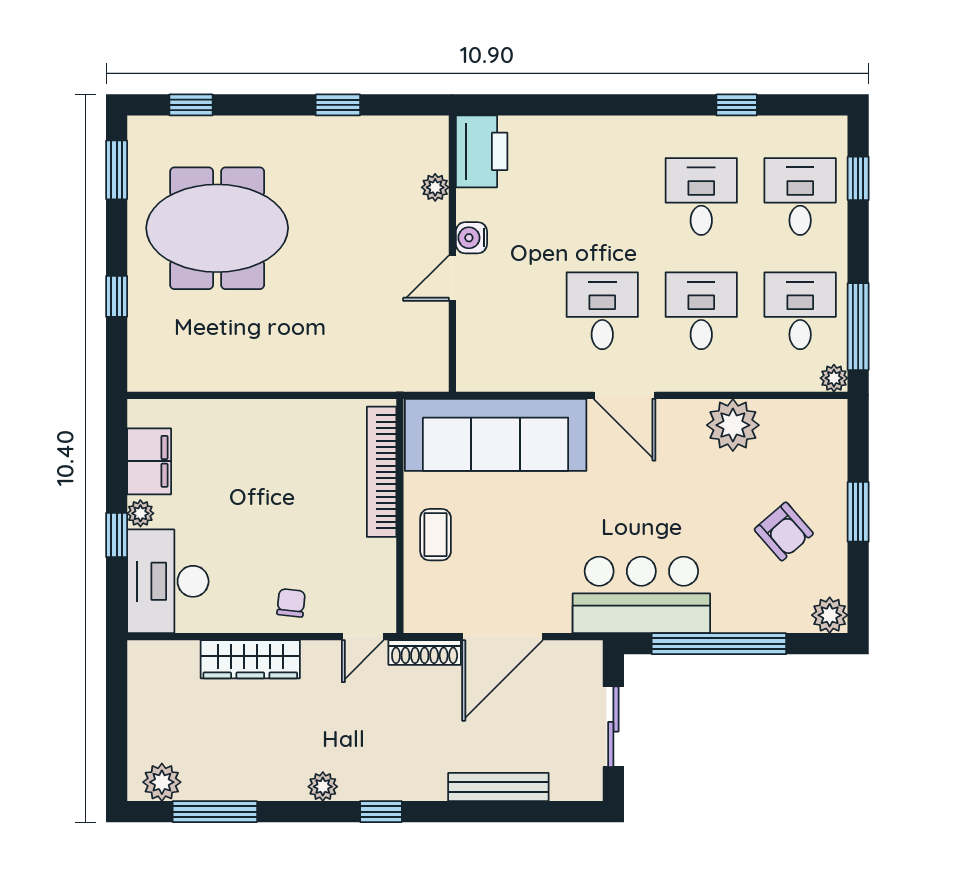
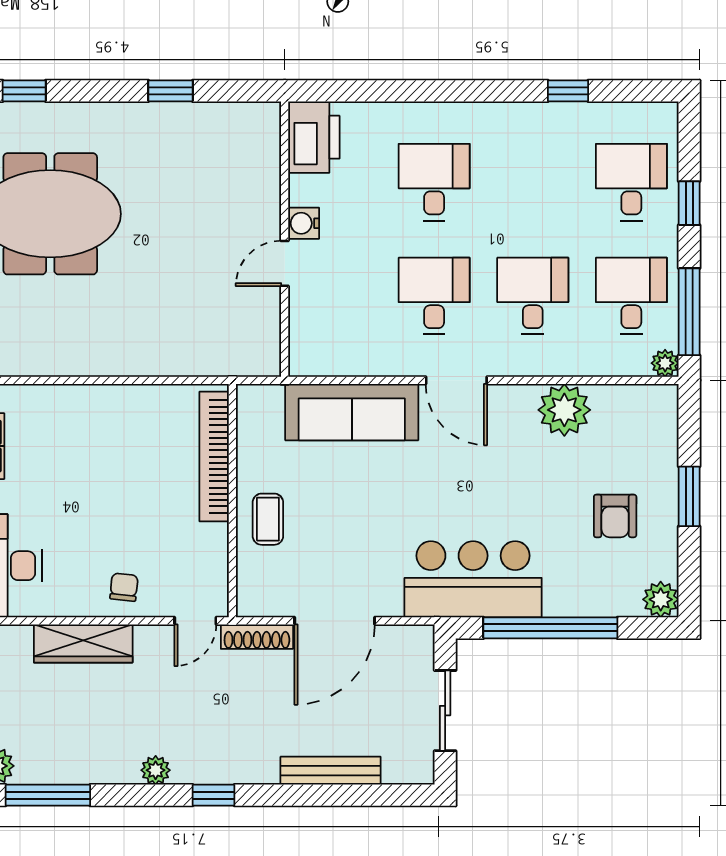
window: (858, 178) -> (689, 203), moved
plant: (435, 187) -> (268, 173), removed
desk: (701, 197) -> (434, 182), moved
sofa: (496, 435) -> (352, 412), width x0.74, depth x0.79
armchair: (784, 531) -> (615, 516), turned 41

